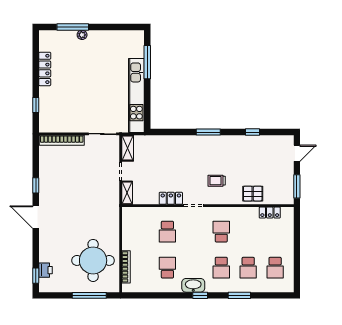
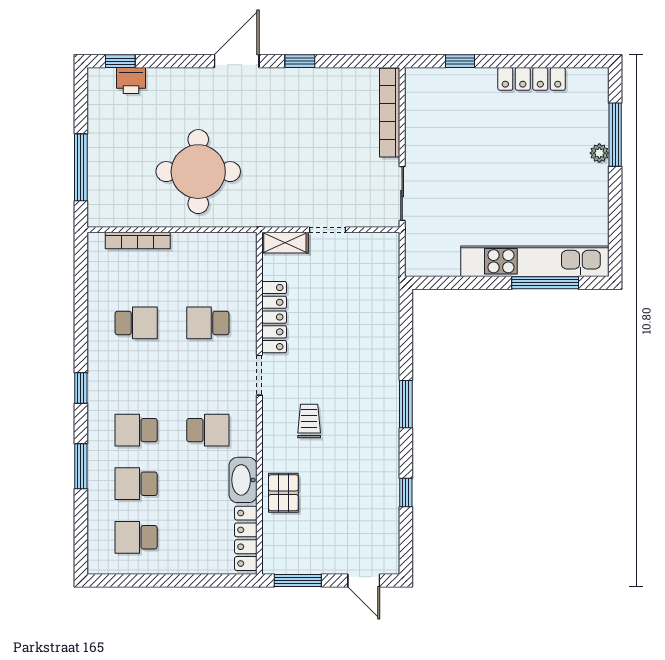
kitchen unit: (136, 96) -> (535, 261), moved
shelving: (128, 148) -> (374, 244), removed
locker: (171, 198) -> (274, 317), width x1.53
locker: (270, 213) -> (246, 538), width x1.53
round table: (93, 260) -> (198, 172), moved
washbasin: (193, 285) -> (243, 480), moved, turned 180

